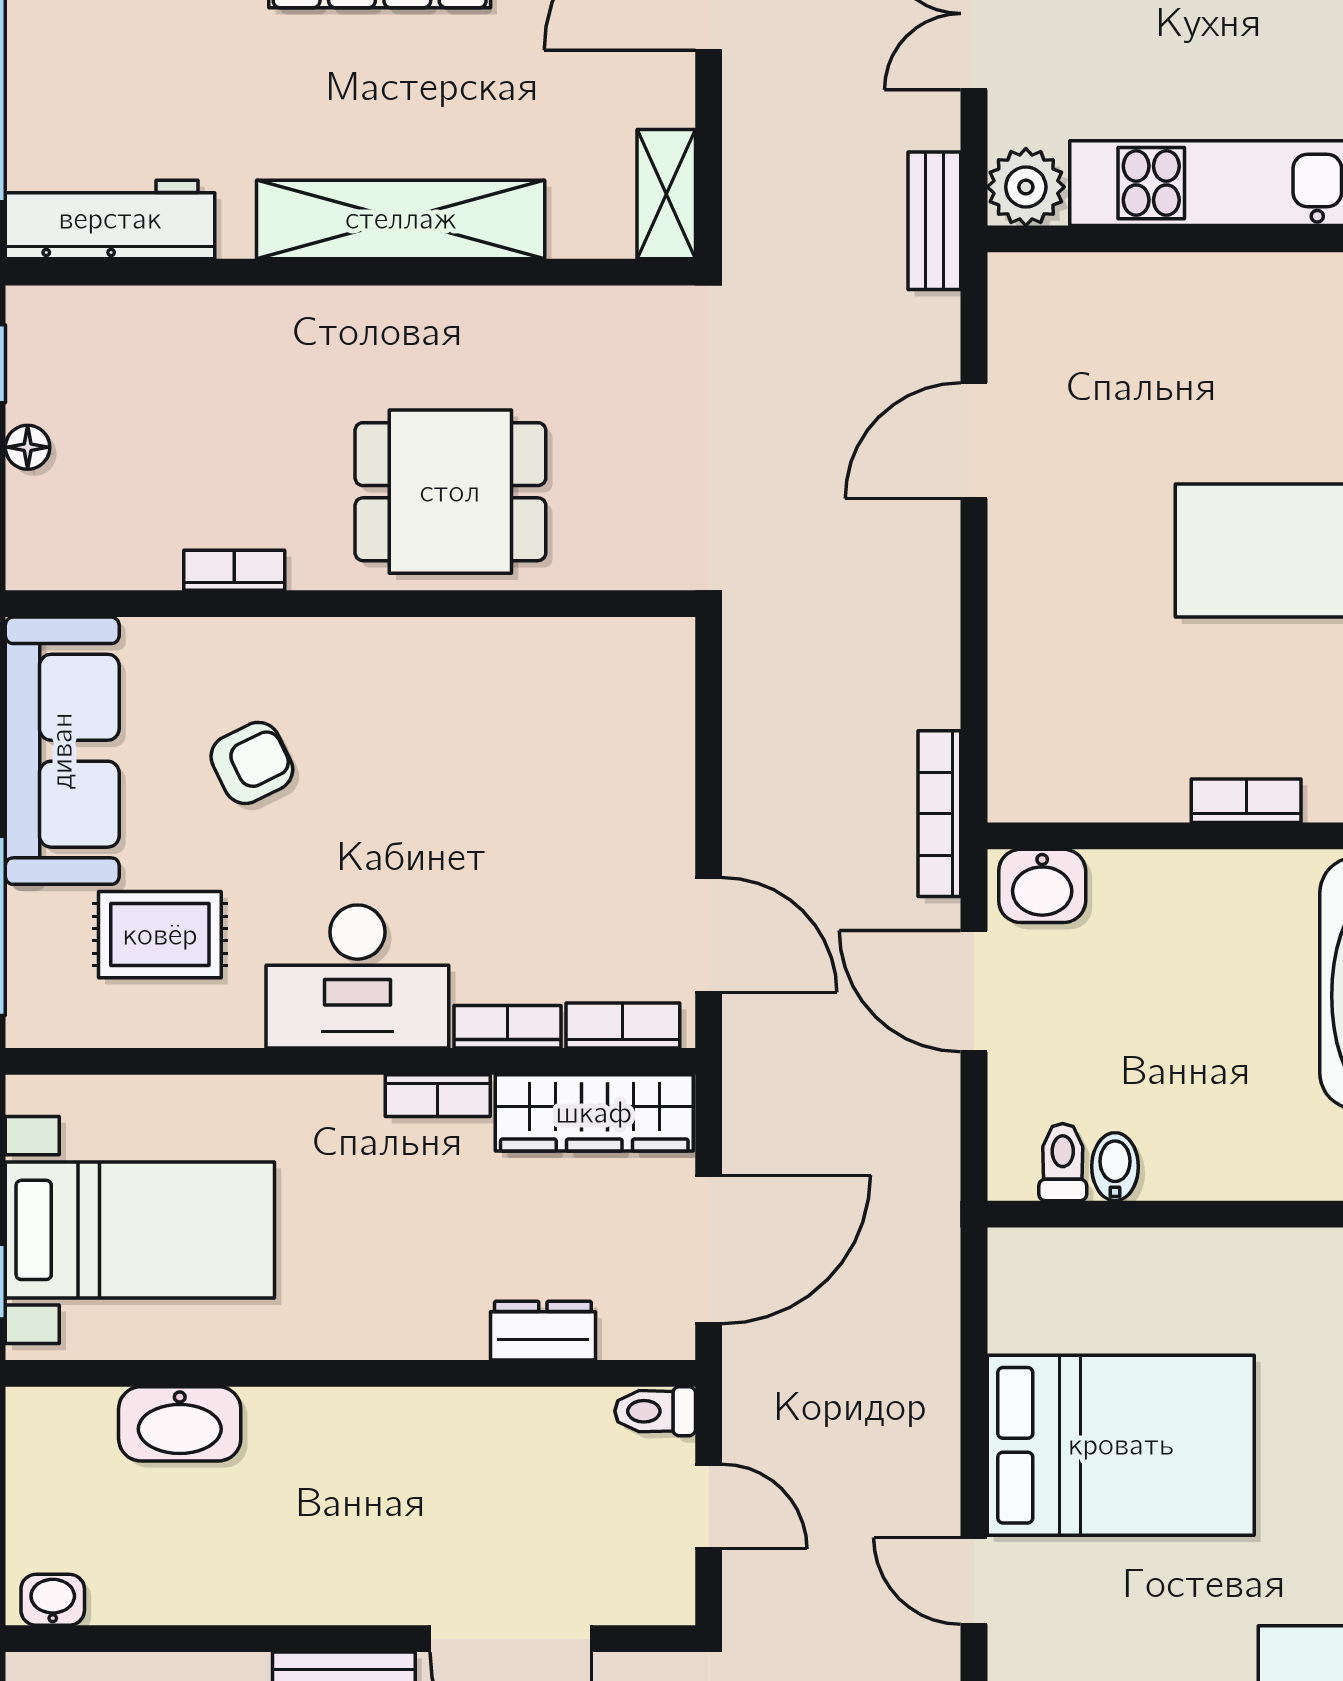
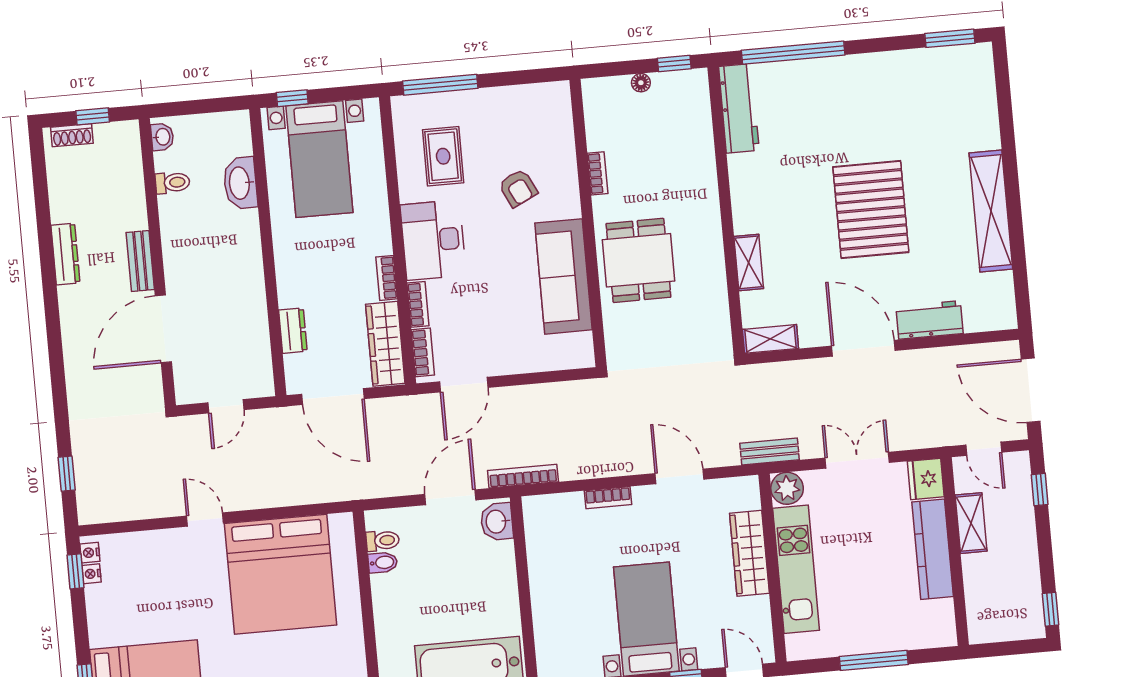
shelving: (401, 219) -> (749, 262), width x0.45, depth x0.75
wardrobe: (1172, 291) -> (749, 553), added
sofa: (62, 751) -> (563, 276), moved, turned 90
bookcase: (1246, 801) -> (608, 498), moved, turned 90
toilet: (655, 1411) -> (173, 183), moved, turned 90
bed: (1121, 1445) -> (281, 574), width x1.36
door: (974, 1581) -> (205, 520), hinge flipped

